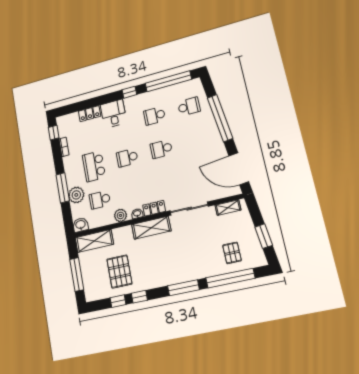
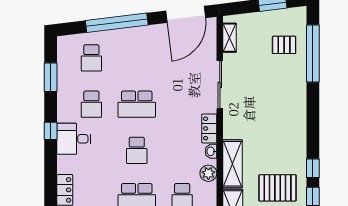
window: (168, 81) -> (51, 77), width x0.47
school desk: (189, 107) -> (91, 58), turned 180
desk: (113, 114) -> (74, 139), moved
school desk: (161, 149) -> (137, 104), width x1.85
shelving: (151, 228) -> (232, 164), moved
window: (183, 288) -> (313, 112), removed

